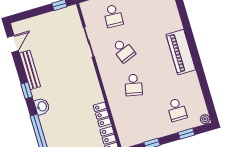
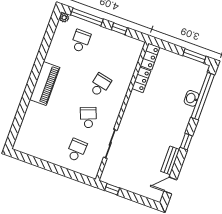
bench: (30, 70) -> (170, 160), width x0.73
washbasin: (42, 106) -> (192, 98), moved
window: (186, 134) -> (87, 17), width x2.17

